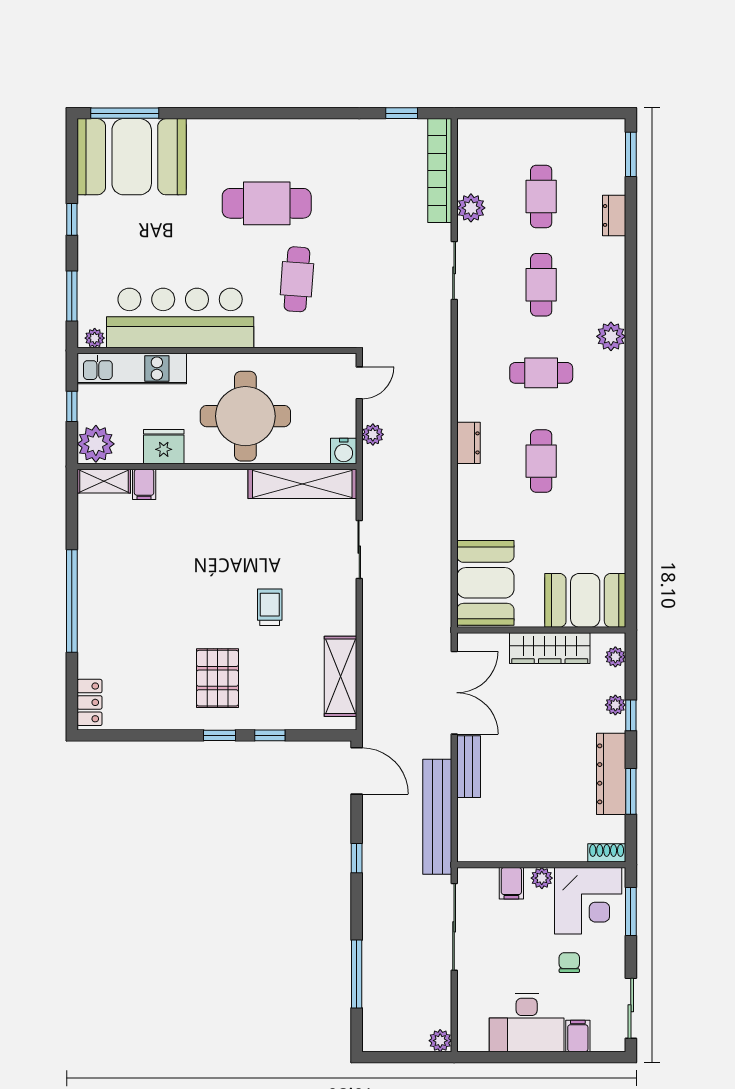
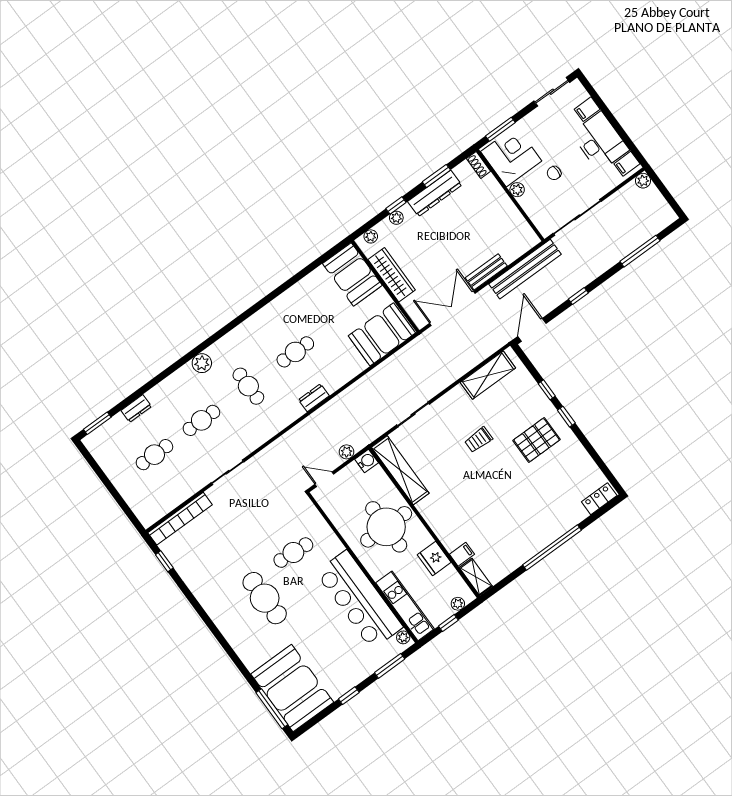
plant: (471, 208) -> (188, 488), removed
plant: (96, 444) -> (458, 604), width x0.53, depth x0.53
filing cabinet: (511, 883) -> (627, 164), moved, turned 180
chair: (569, 963) -> (554, 173), moved

